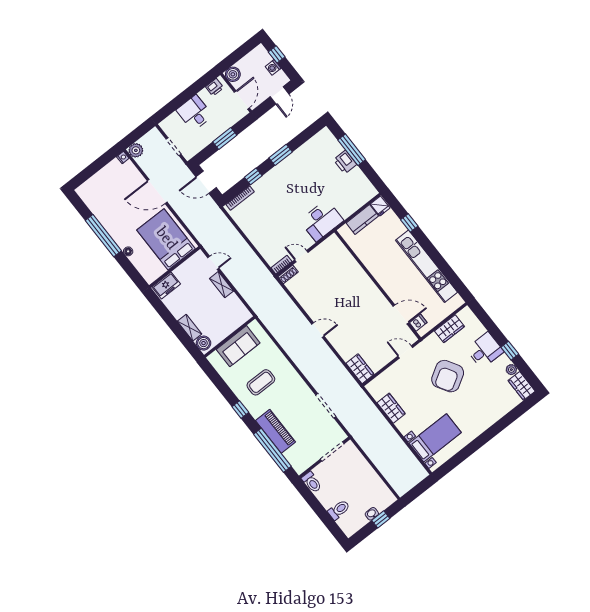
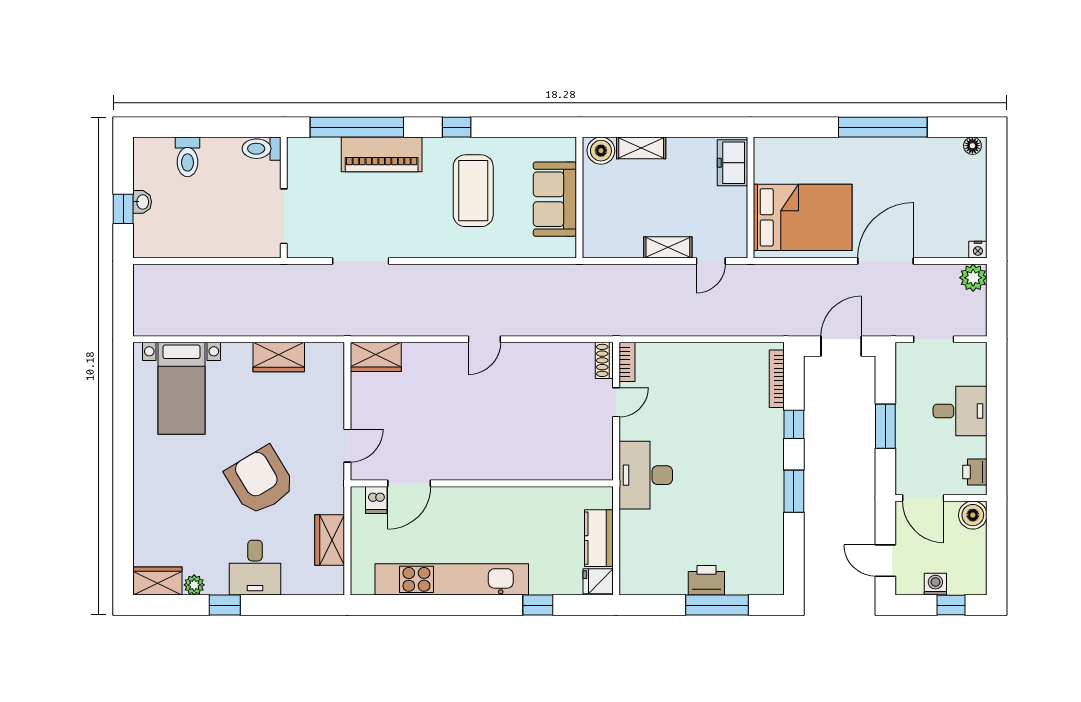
floor lamp: (128, 251) -> (972, 146), moved
coffee table: (261, 382) -> (473, 191), width x1.36, depth x1.32

